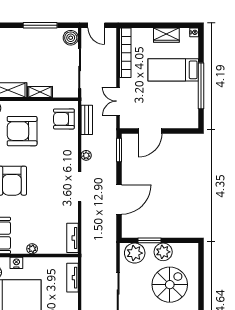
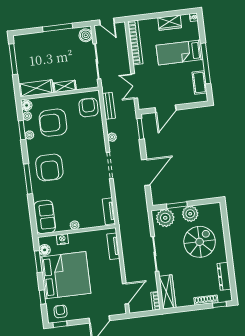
cot: (192, 106) -> (199, 83), added
armchair: (64, 119) -> (89, 107), turned 90

